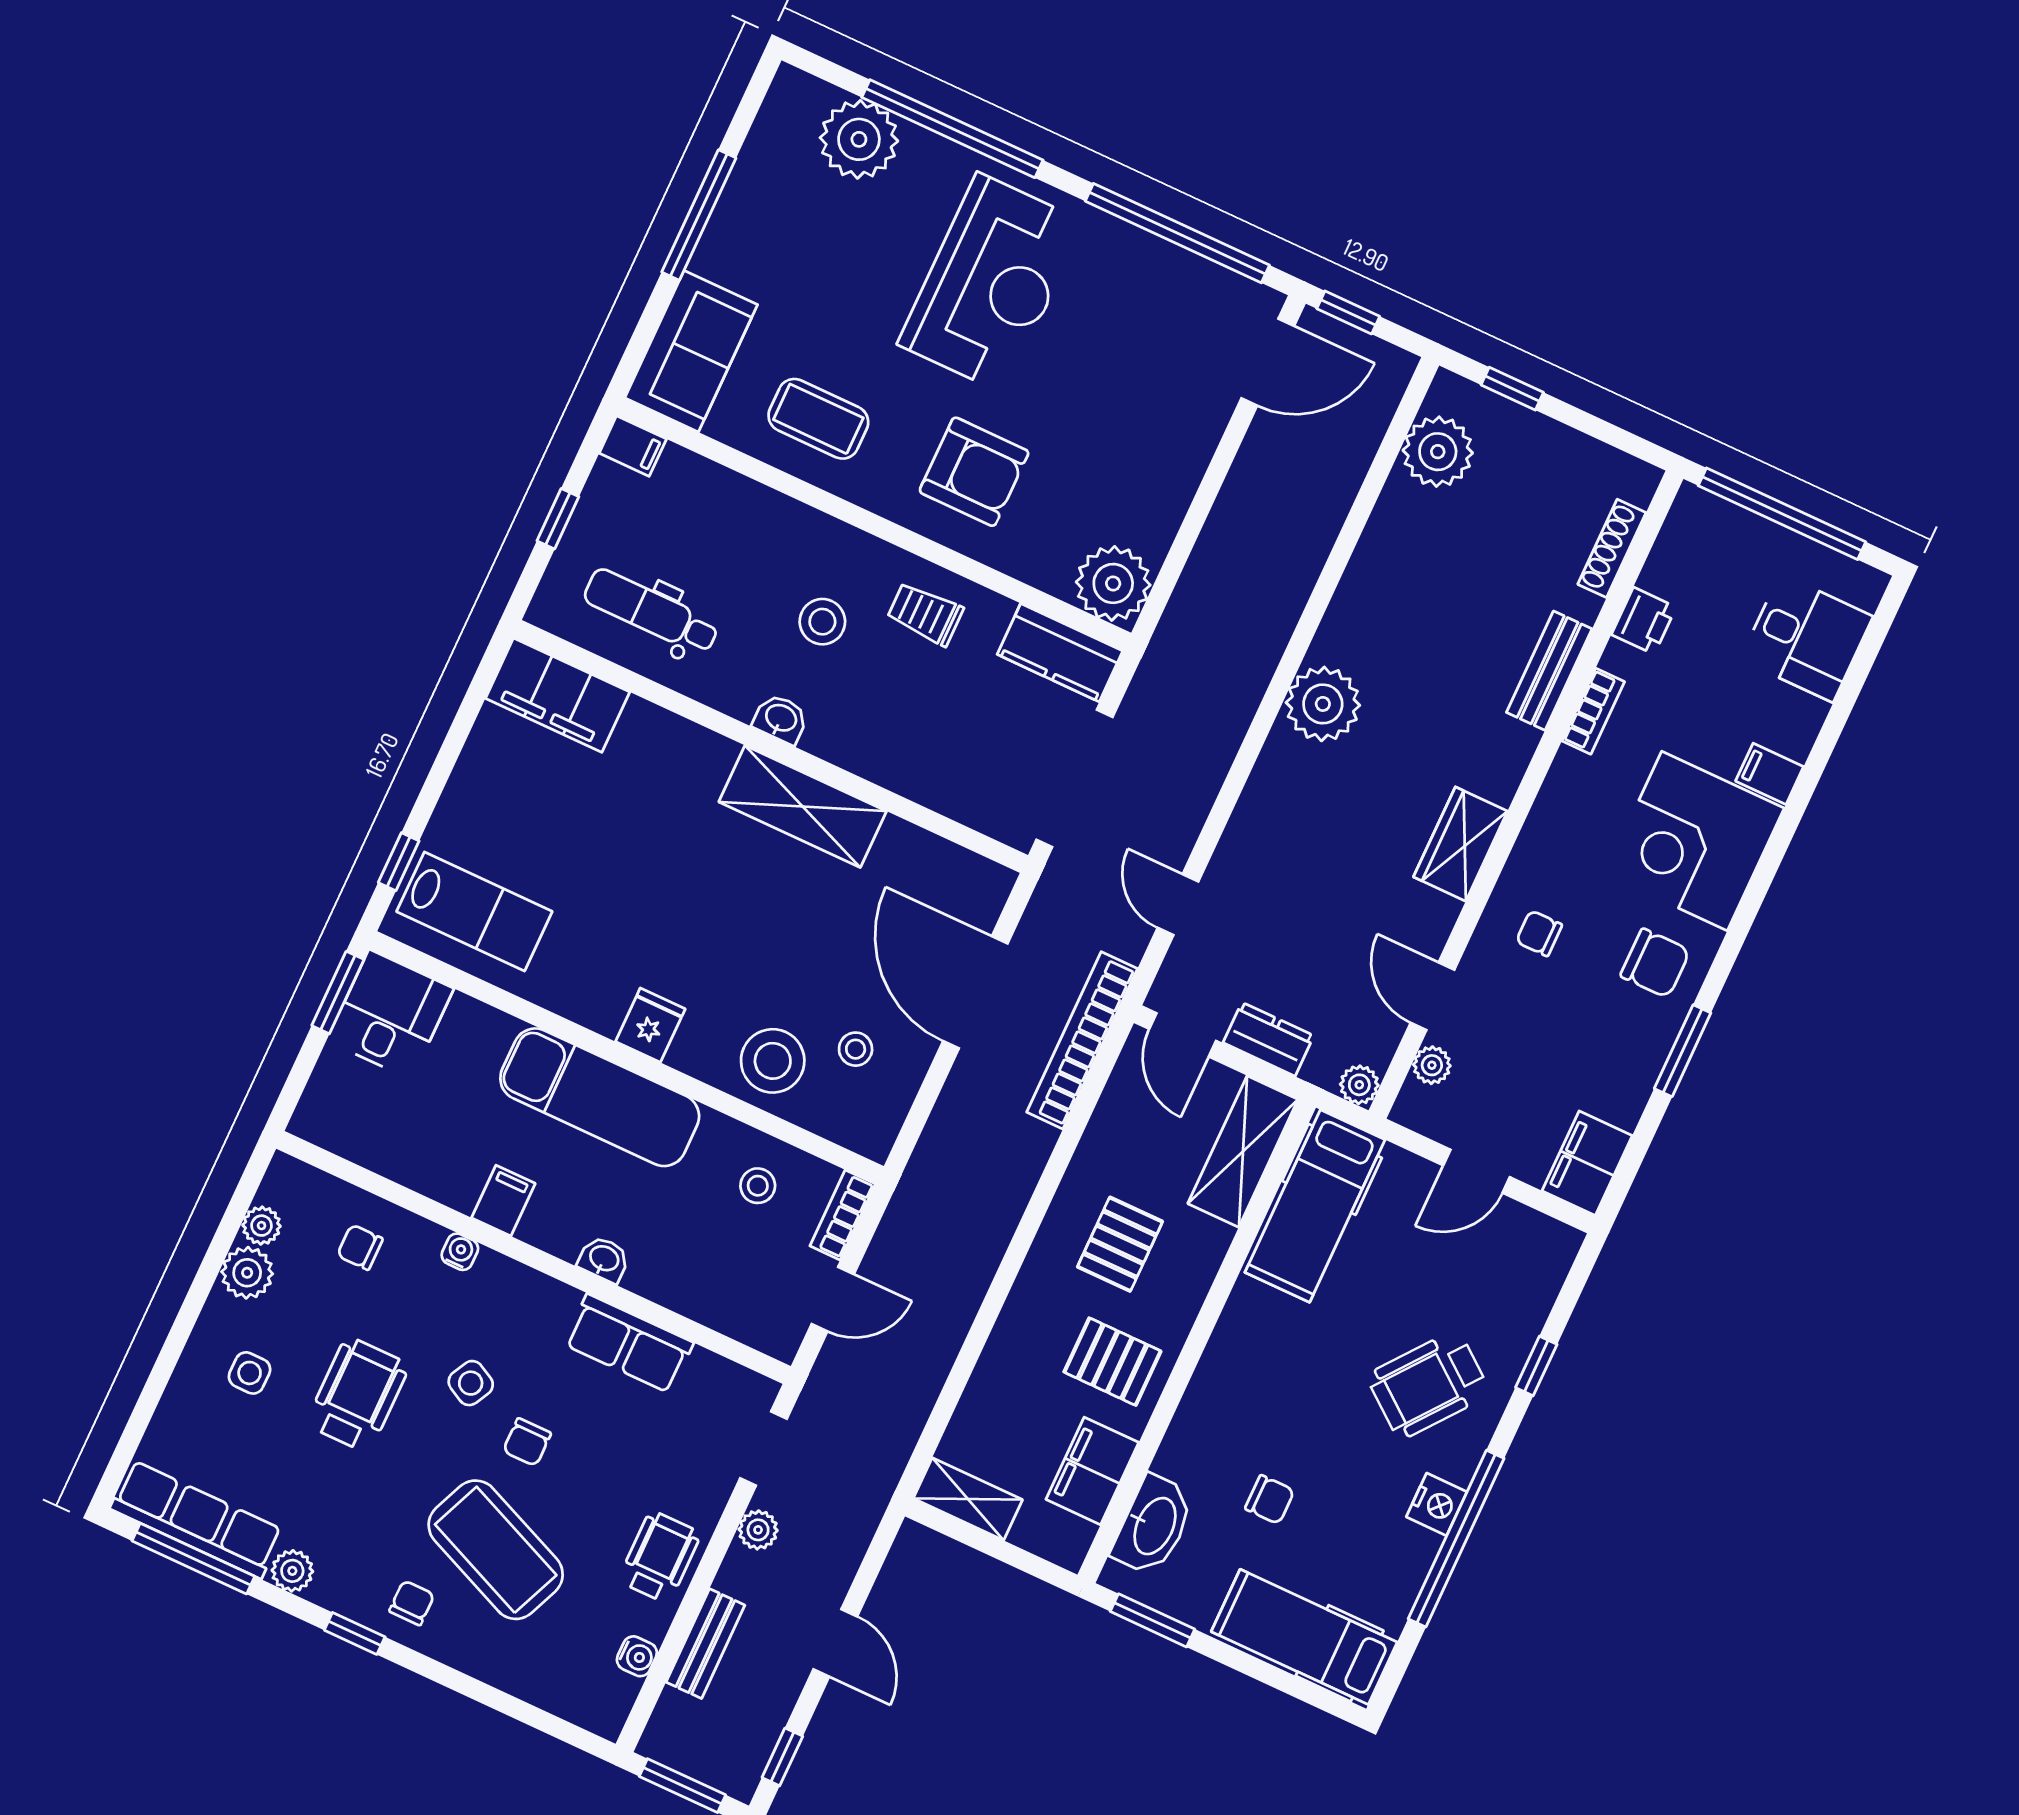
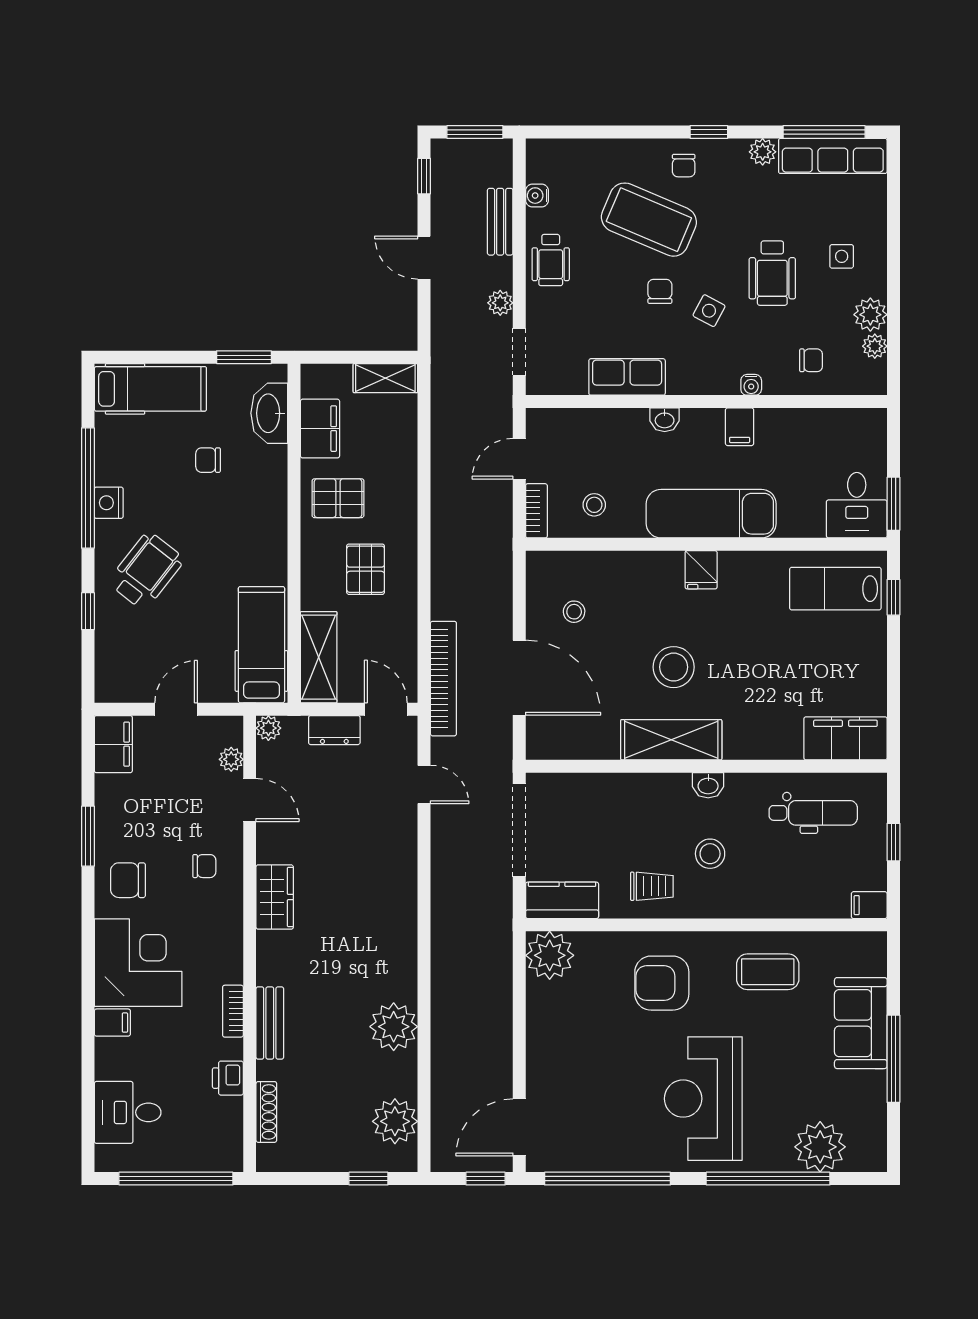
sofa: (691, 351) -> (861, 1023), moved
plant: (1323, 704) -> (394, 1027), moved
stool: (773, 1061) -> (674, 667), moved

